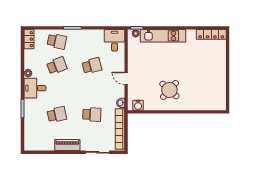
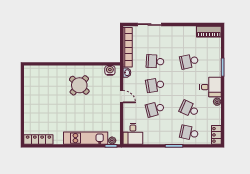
school desk: (57, 66) -> (189, 109), turned 45
school desk: (92, 90) -> (155, 85), added
piano: (67, 145) -> (209, 32), moved

